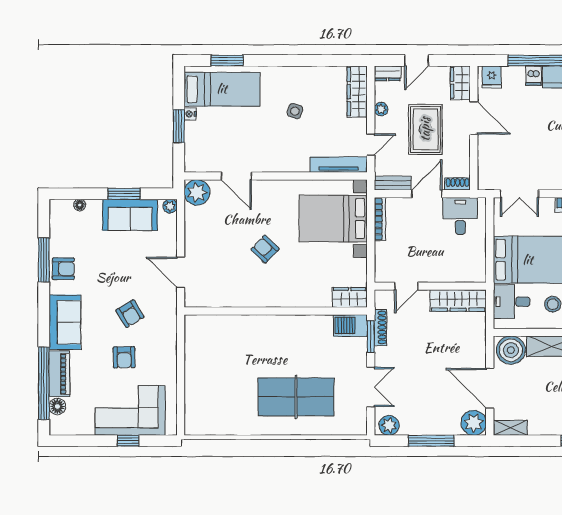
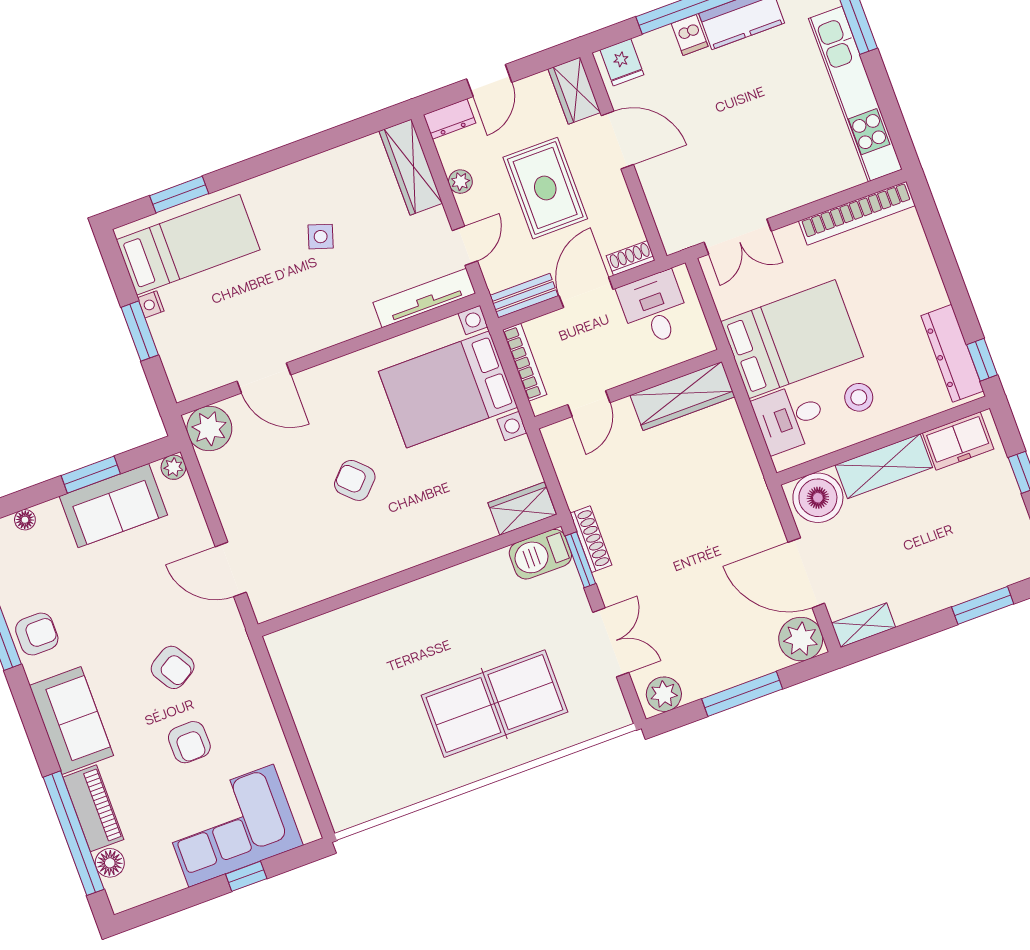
door: (406, 286) -> (589, 404), moved
wall: (430, 286) -> (628, 389), moved
wardrobe: (458, 301) -> (682, 396), moved

